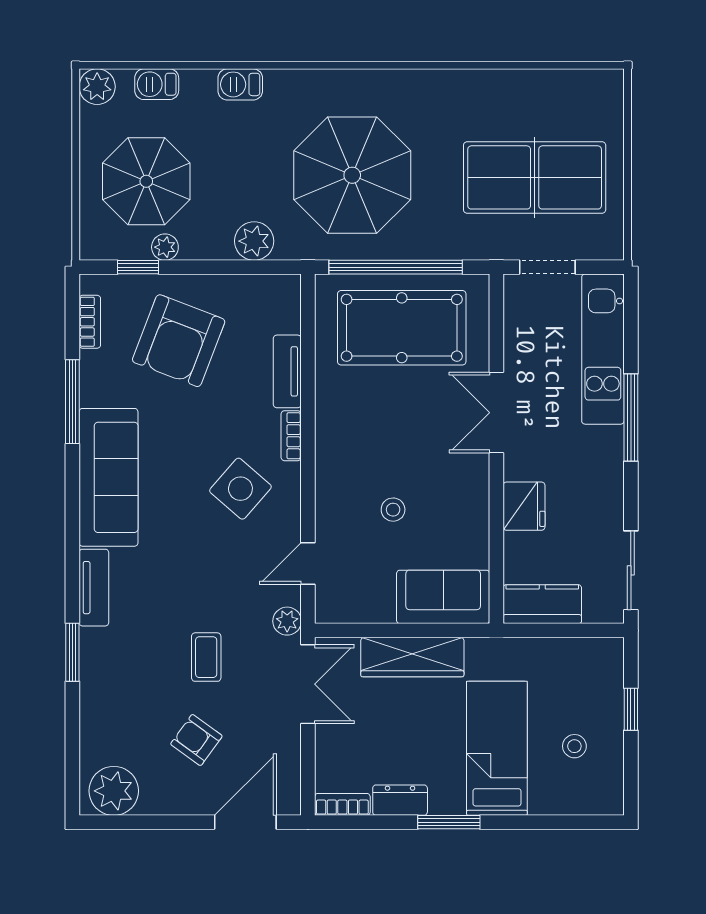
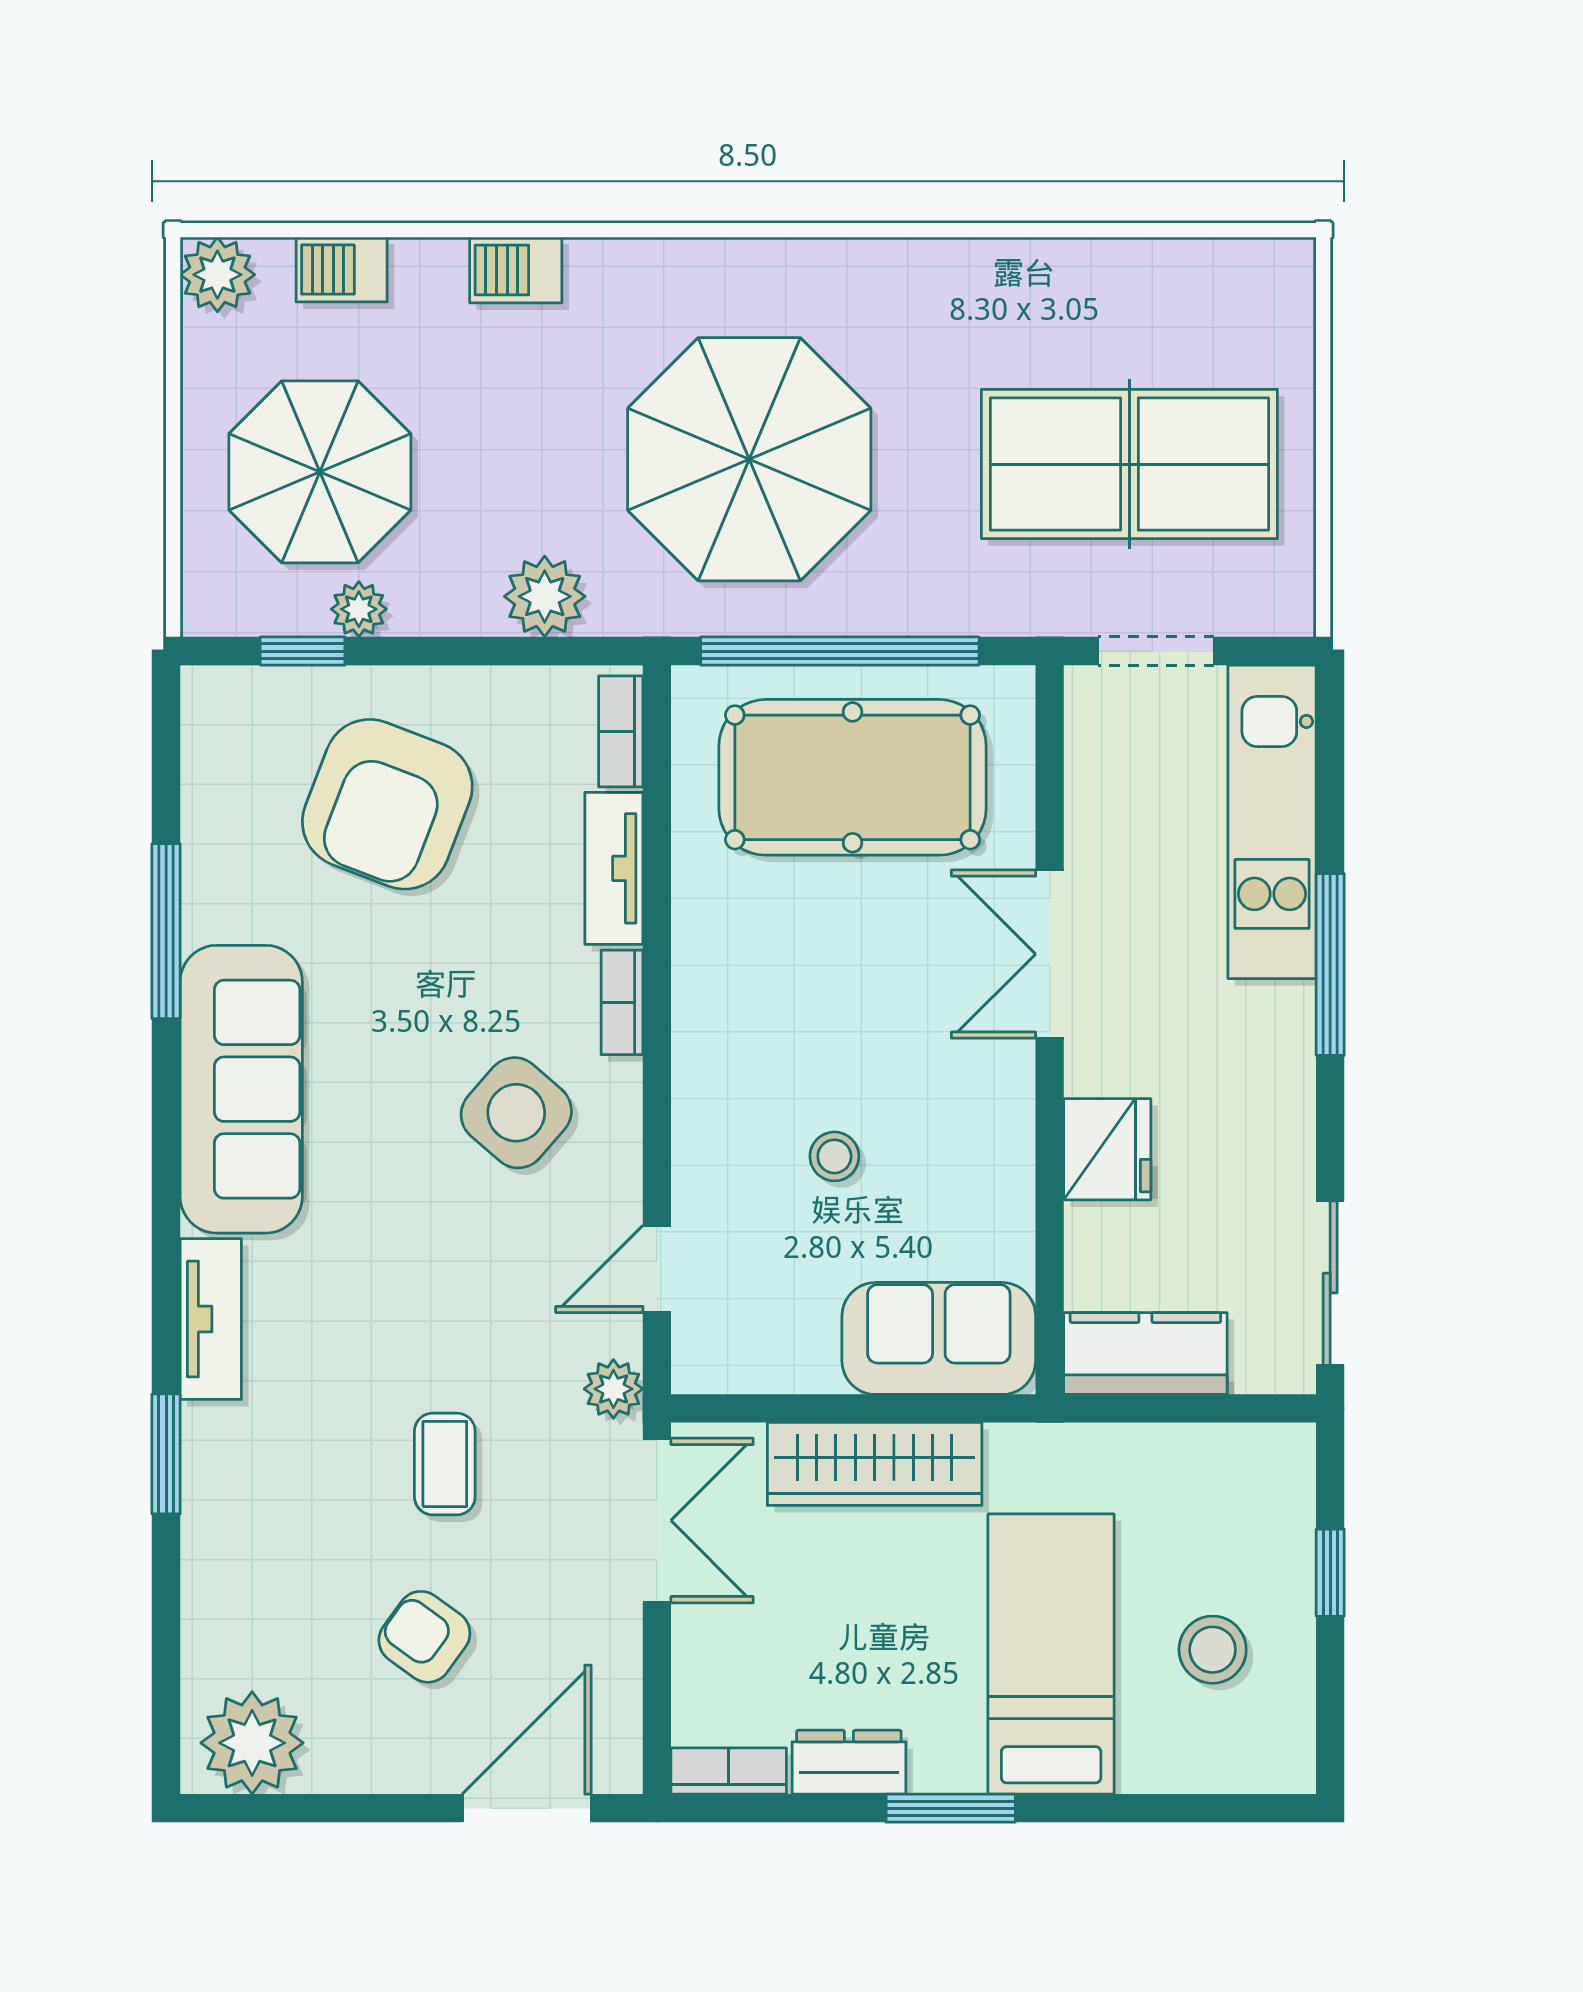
bookcase: (90, 322) -> (621, 731), moved, turned 180
stool: (574, 746) -> (1213, 1650), width x1.37, depth x1.37

